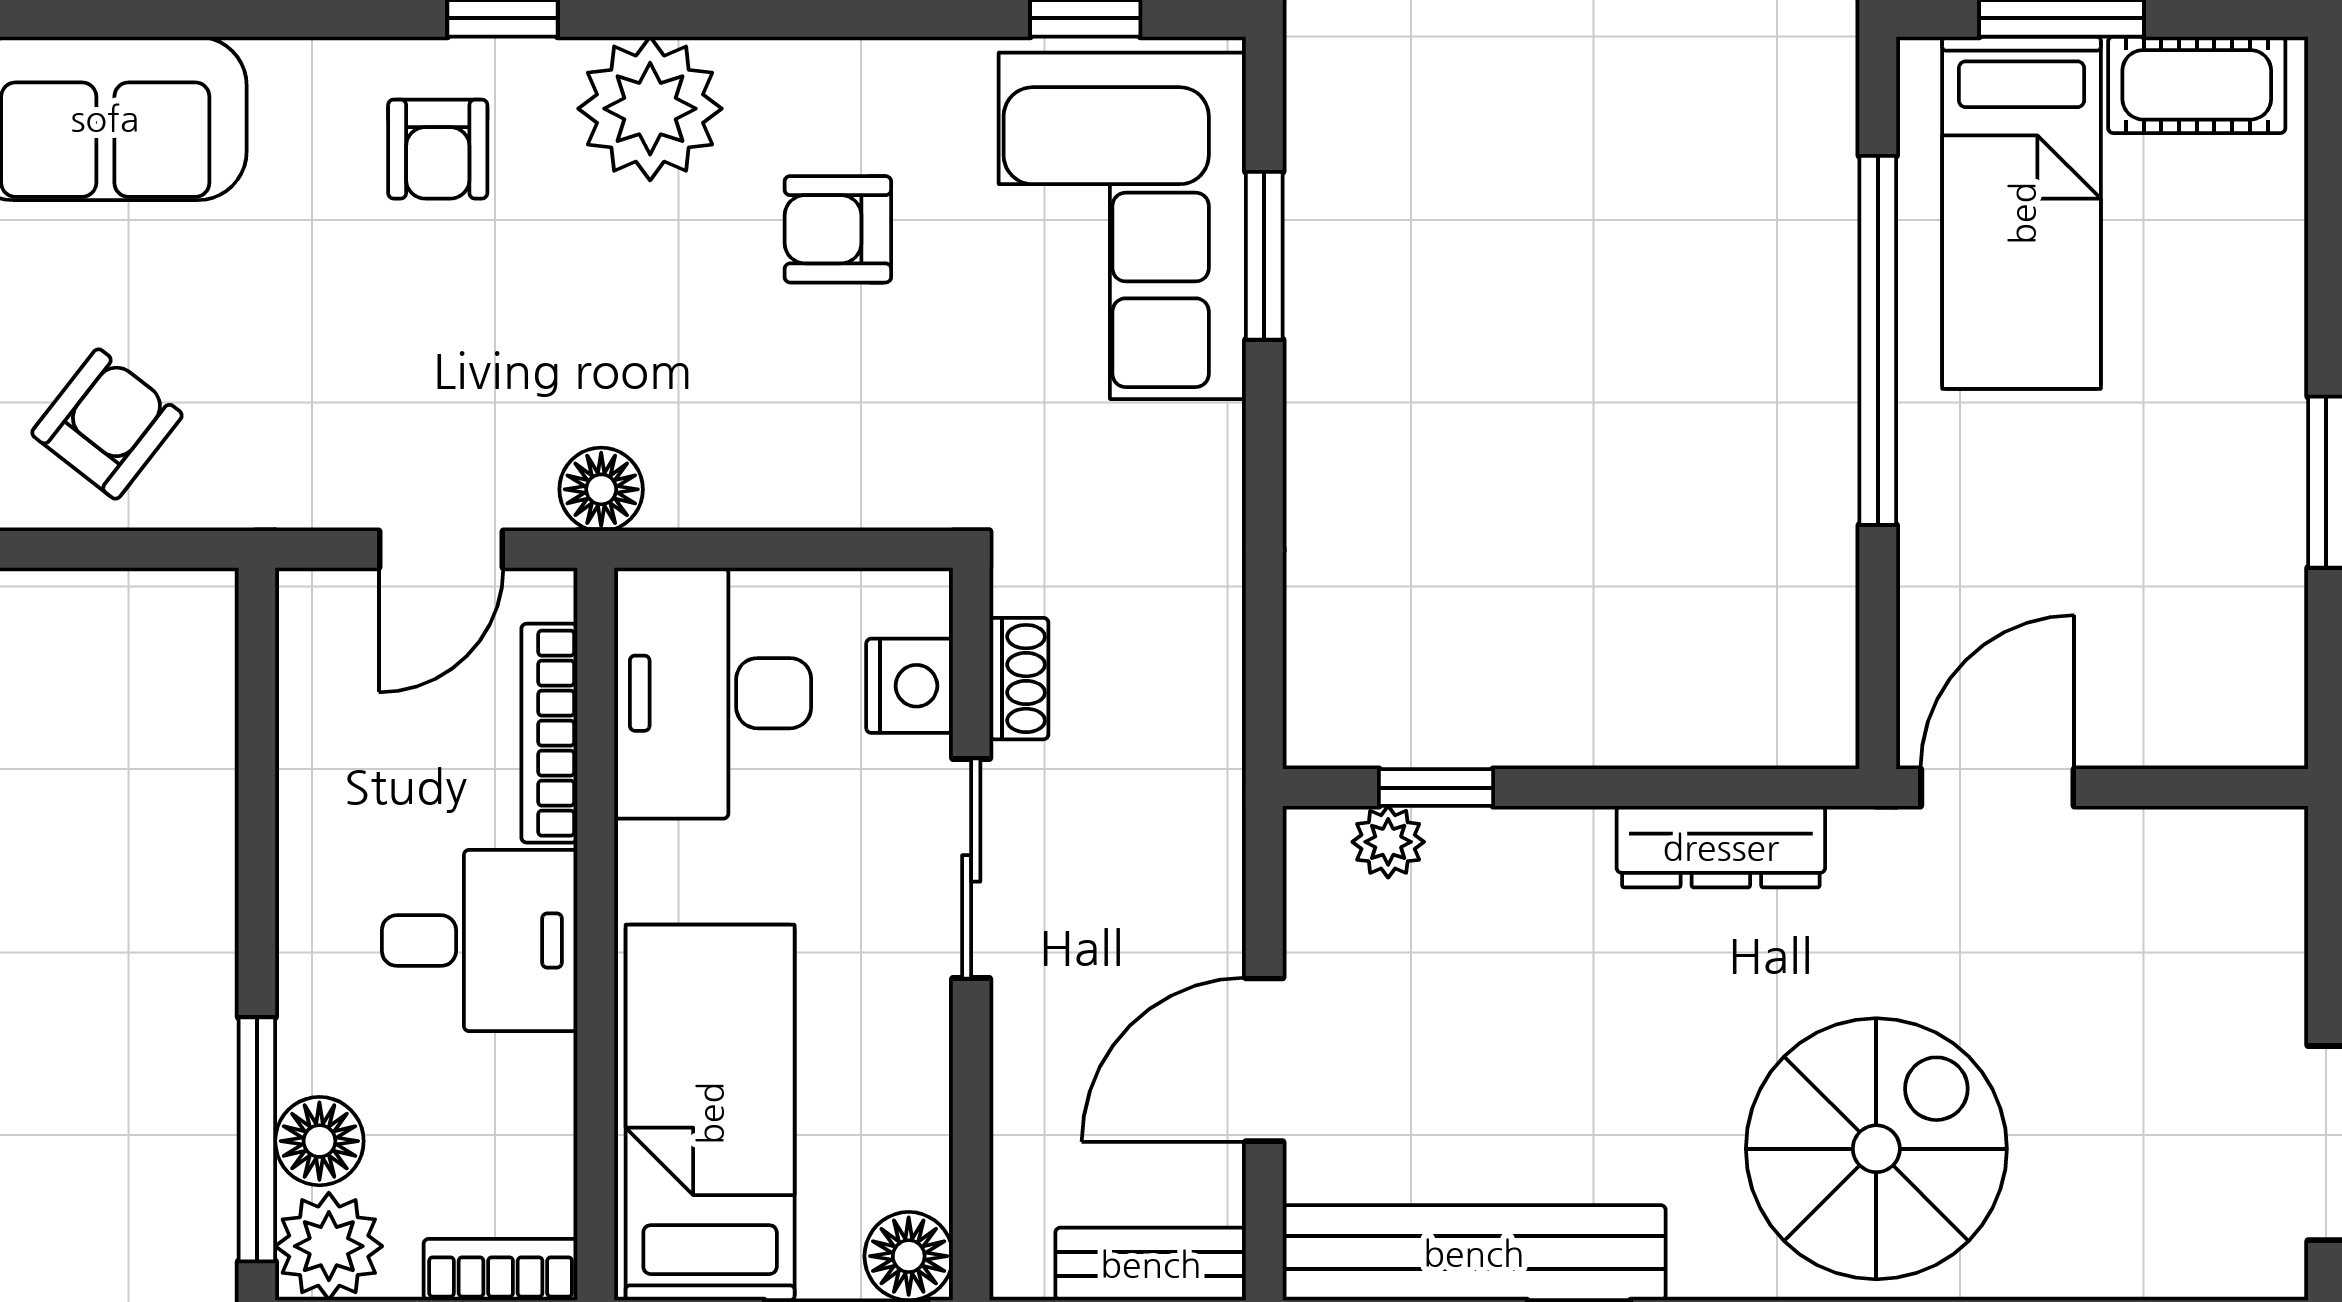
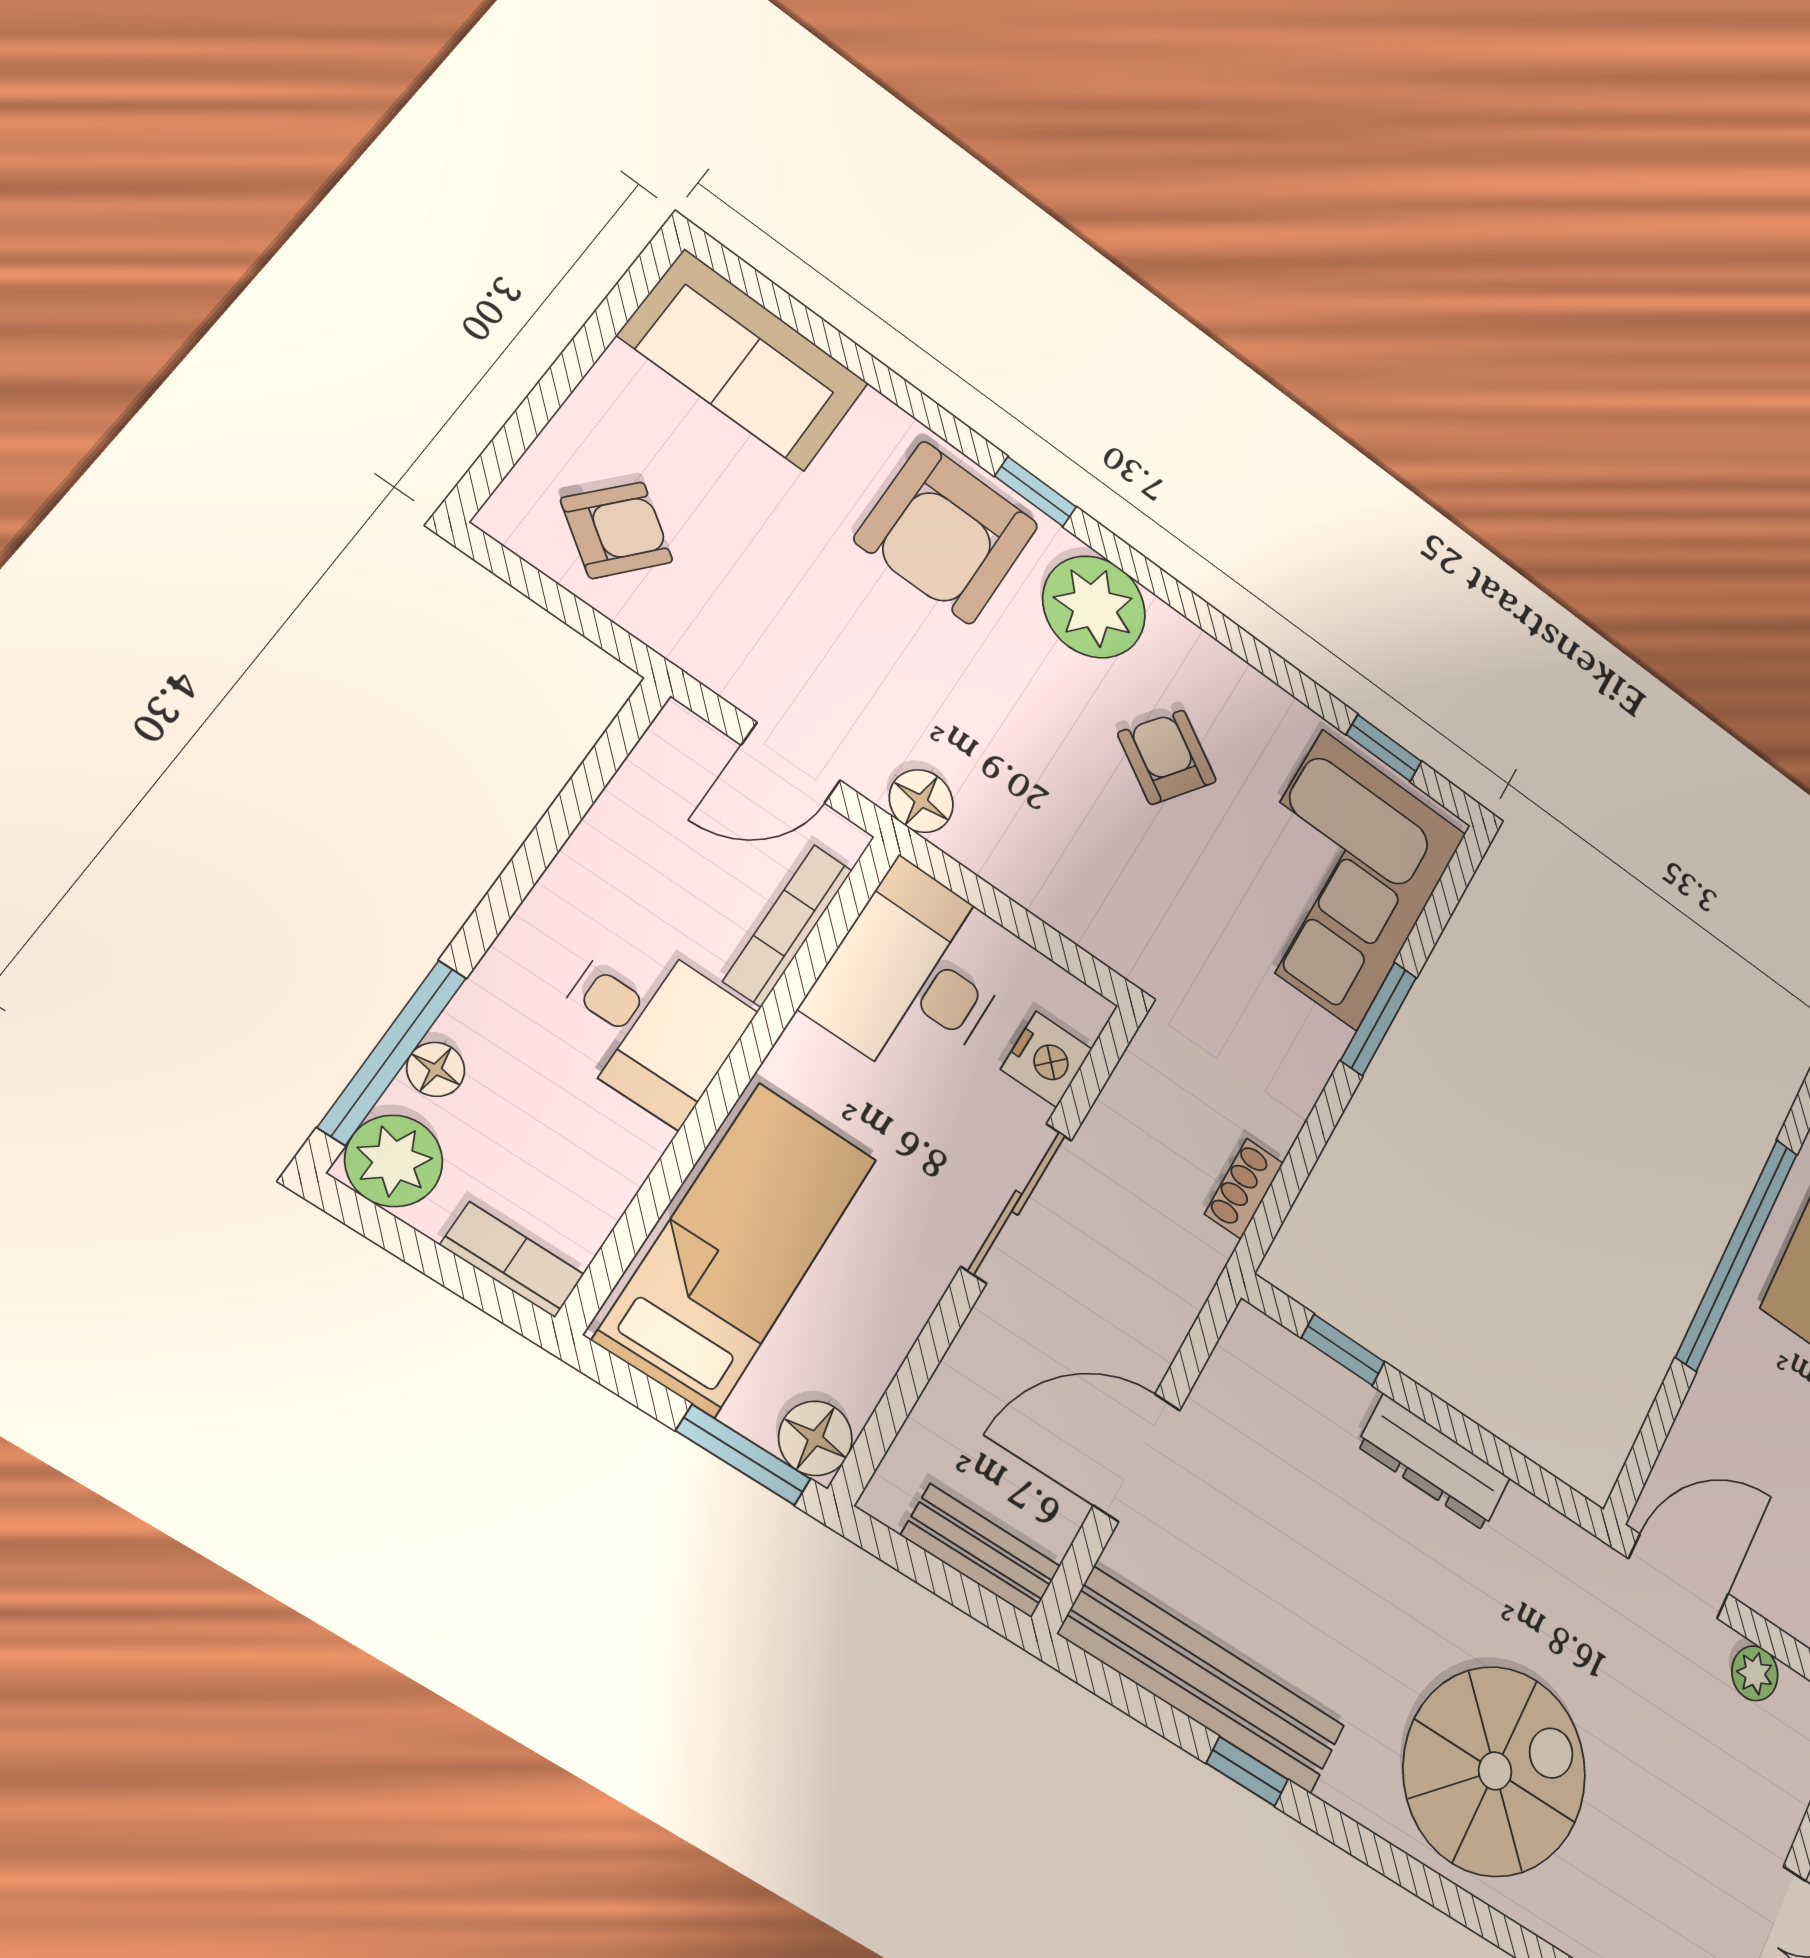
armchair: (438, 149) -> (947, 532), width x1.88, depth x1.88
armchair: (838, 229) -> (1167, 757), turned 34
window: (1264, 256) -> (1379, 1019), moved
shoe rack: (1019, 679) -> (1244, 1189), moved, turned 180
plant: (1388, 842) -> (1755, 1673), moved
dresser: (1721, 847) -> (1434, 1462), moved
floor lamp: (319, 1141) -> (436, 1069), width x0.73, depth x0.73

